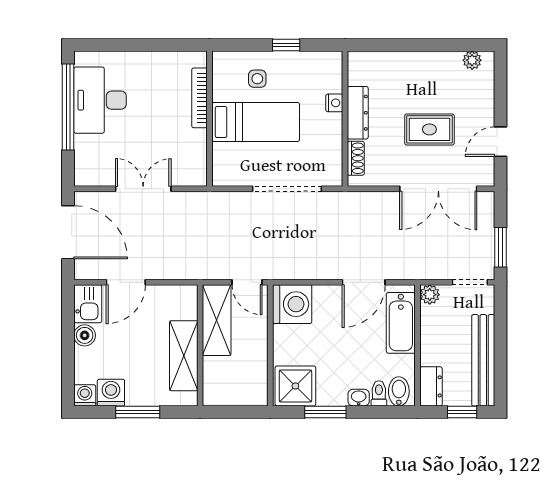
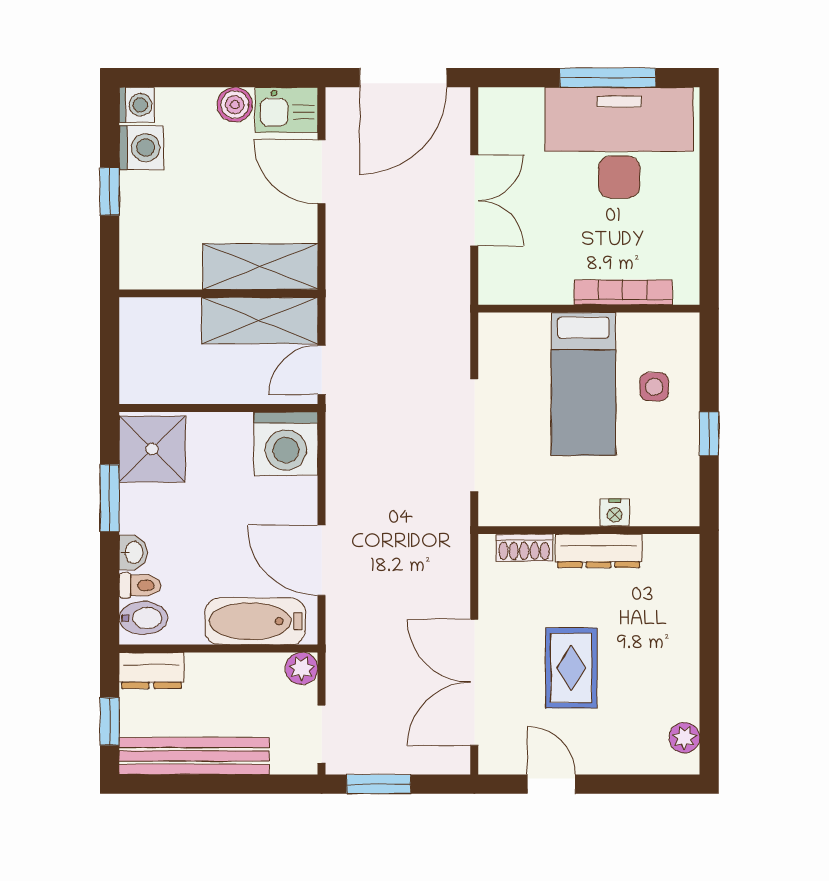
desk: (100, 100) -> (619, 143), width x1.36, depth x1.30
window: (68, 107) -> (608, 78), width x0.68
shelving: (184, 356) -> (260, 267), moved
window: (138, 412) -> (110, 191), width x0.67

